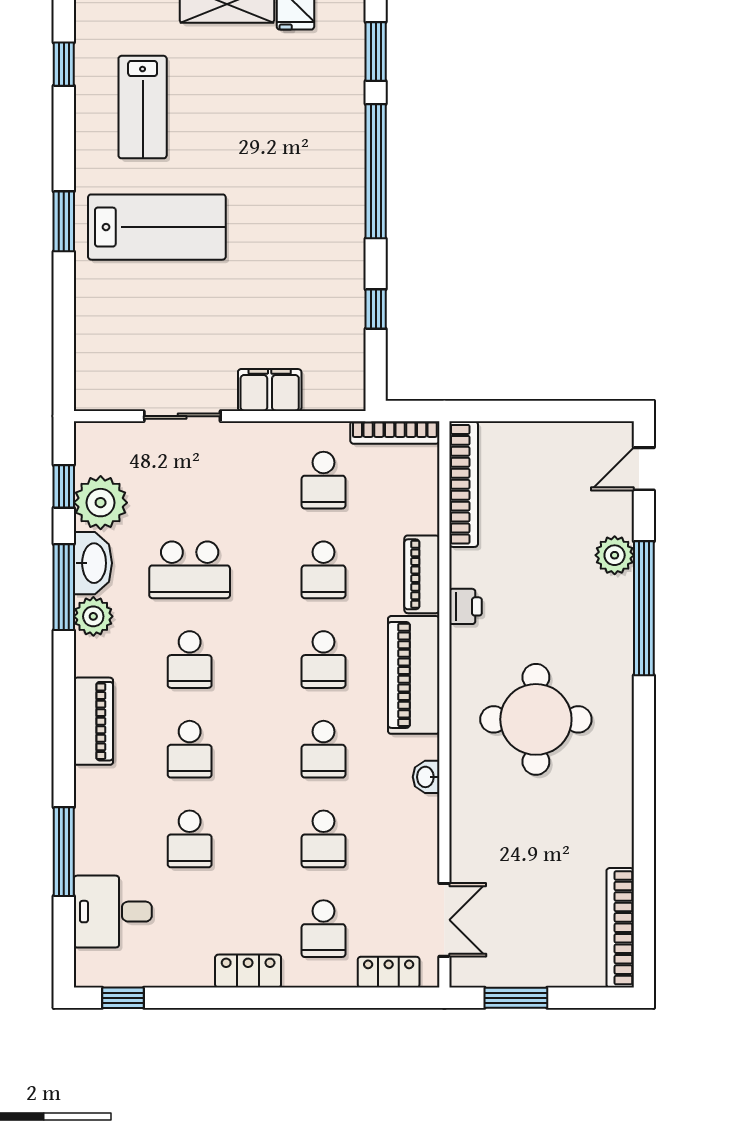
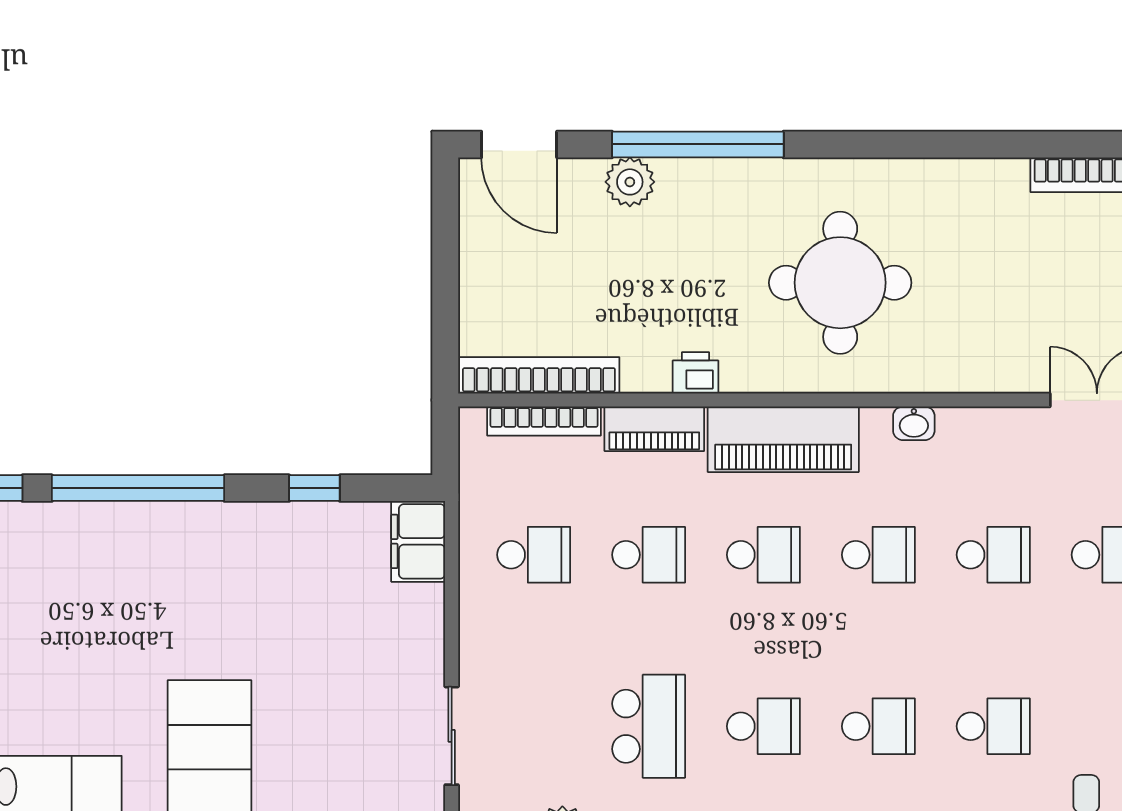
filing cabinet: (270, 390) -> (418, 541), moved
bookcase: (395, 432) -> (544, 421), moved, turned 90
door: (644, 469) -> (519, 144), width x1.38

